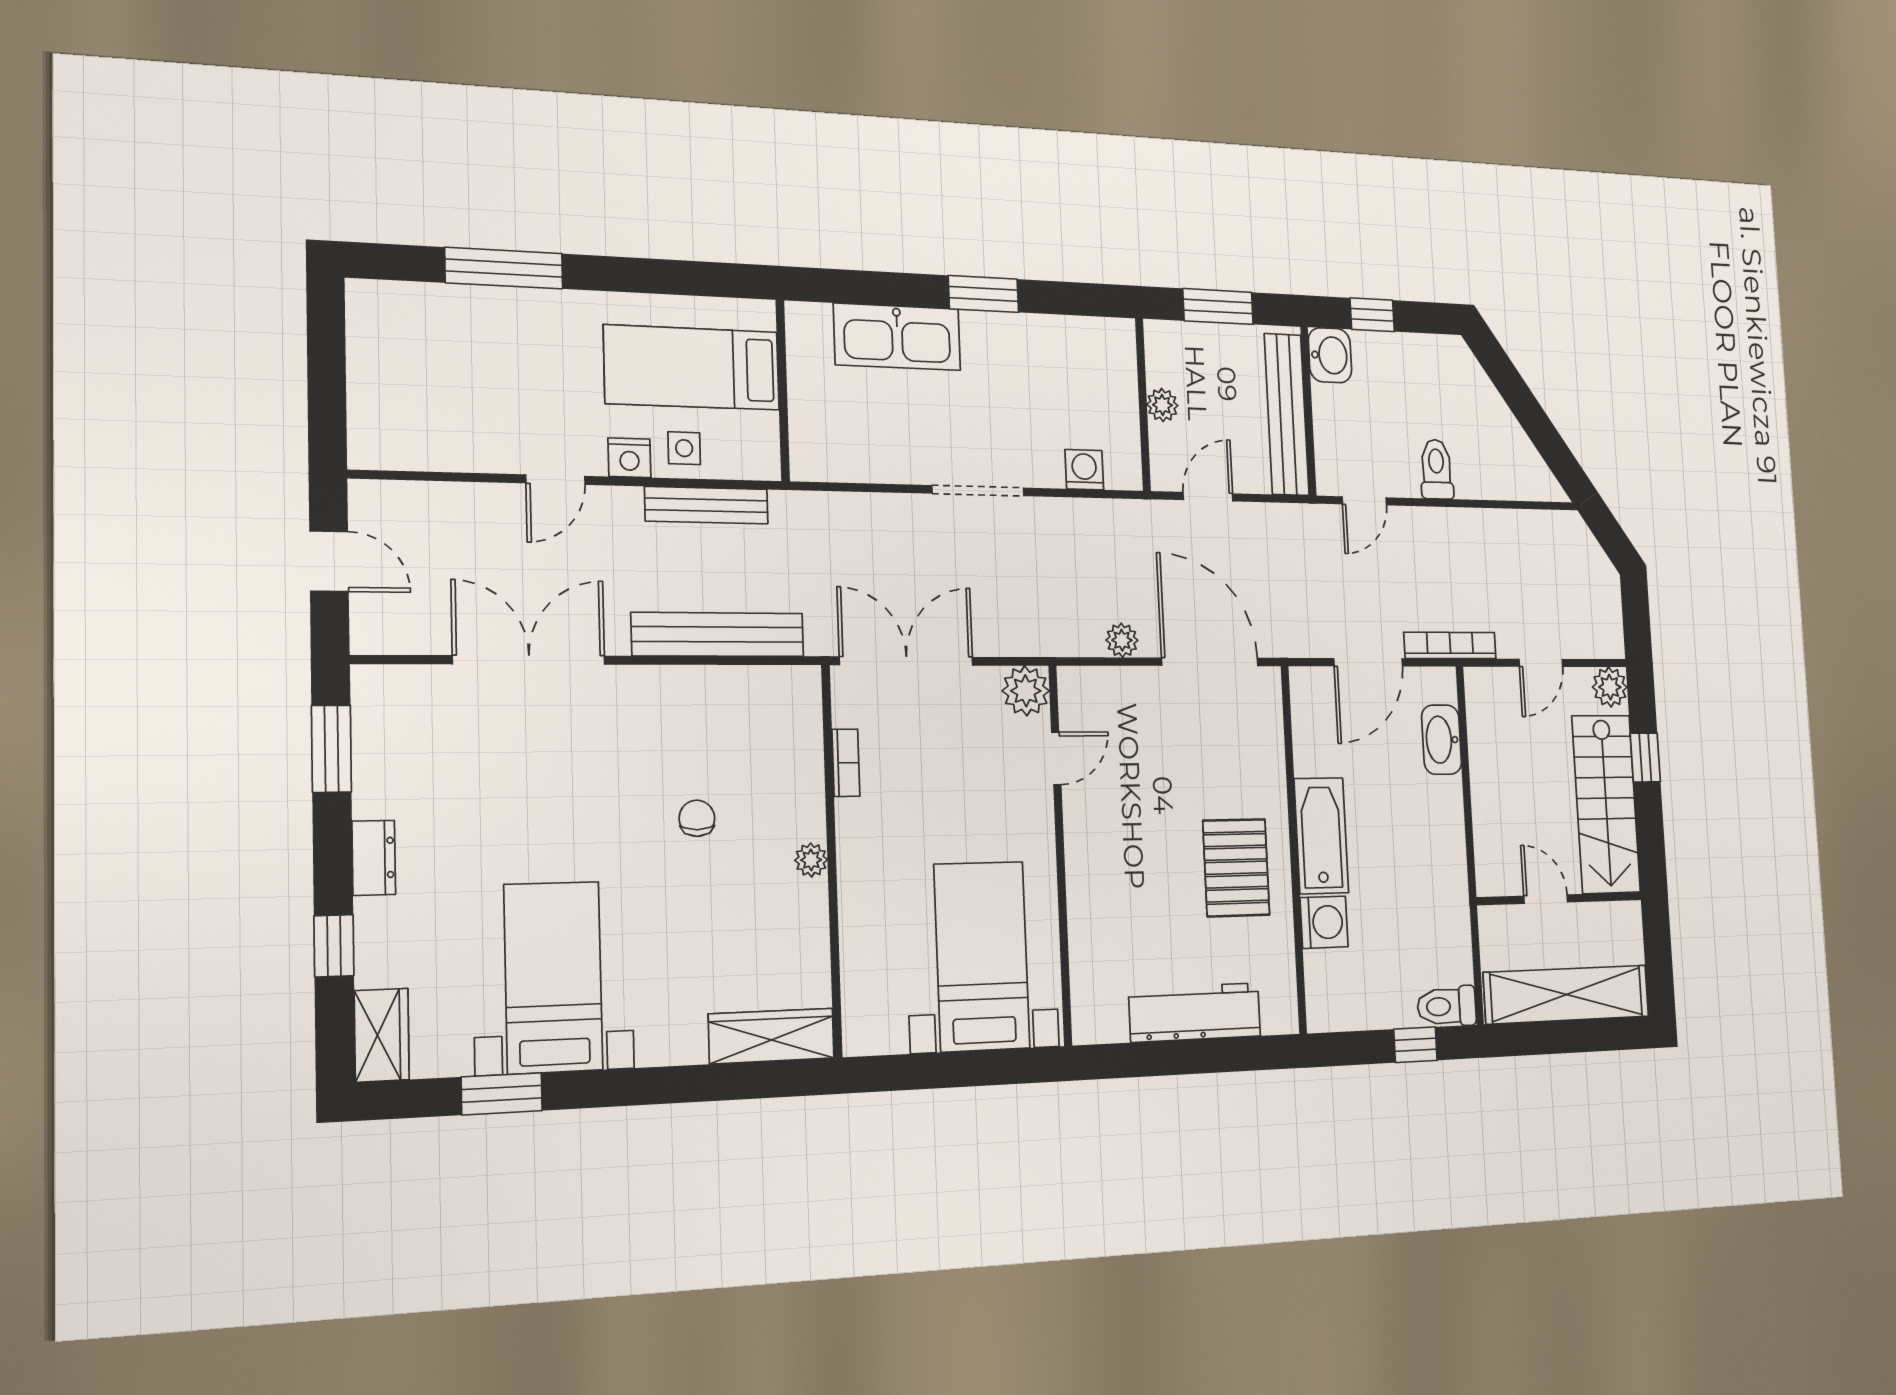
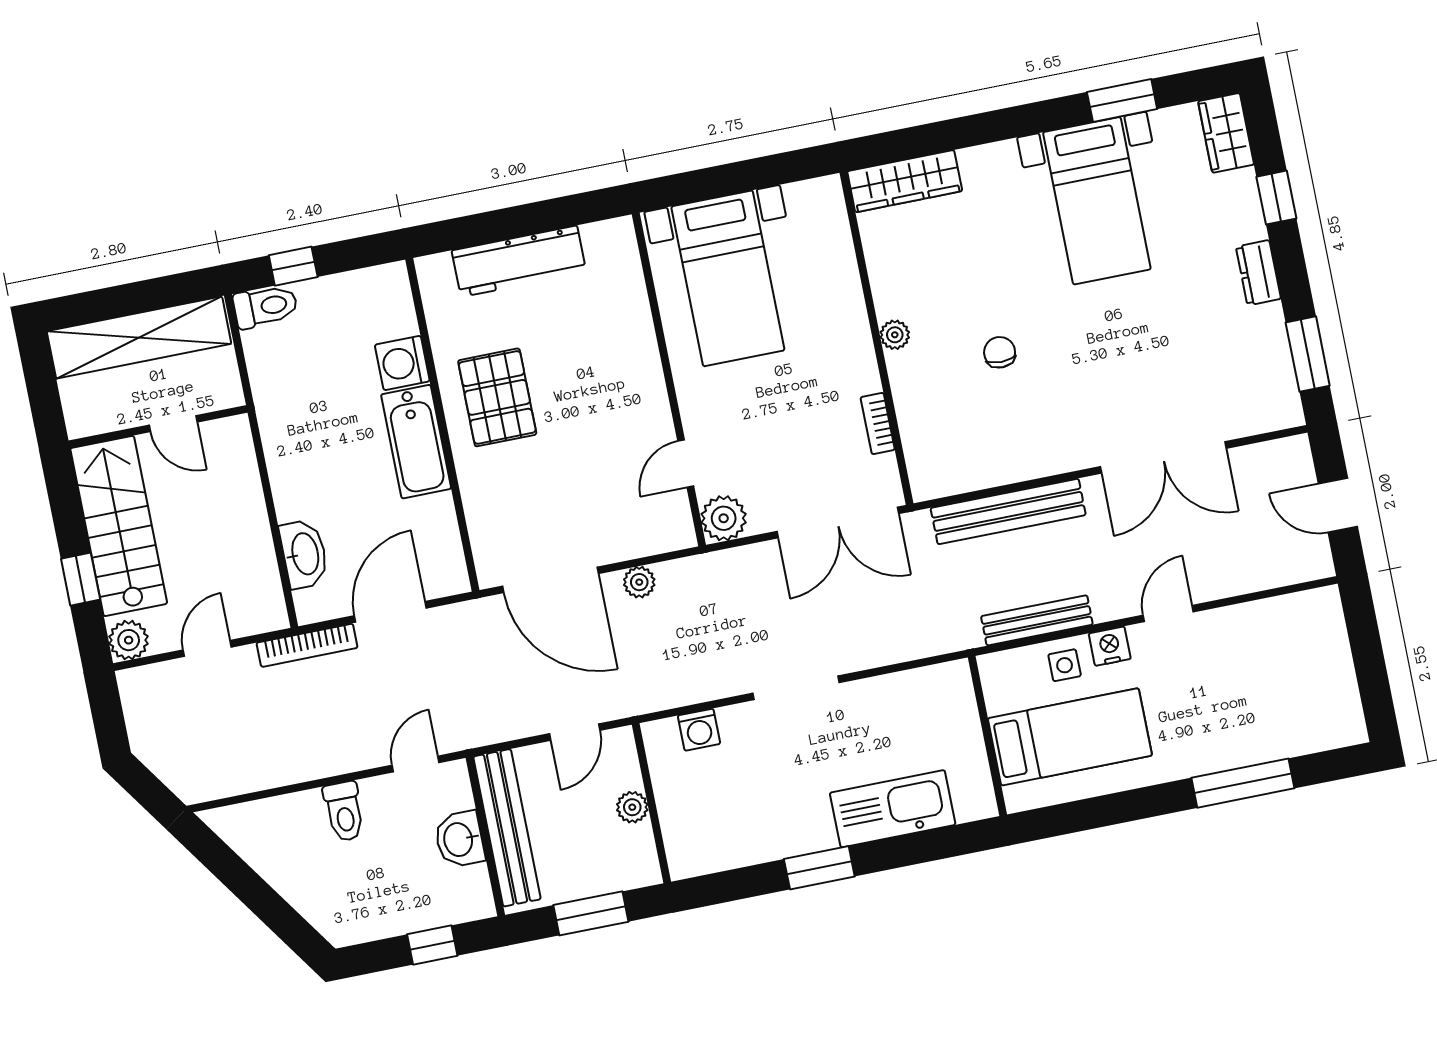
washbasin: (1330, 355) -> (459, 839), moved
chair: (697, 818) -> (1000, 352), turned 180

